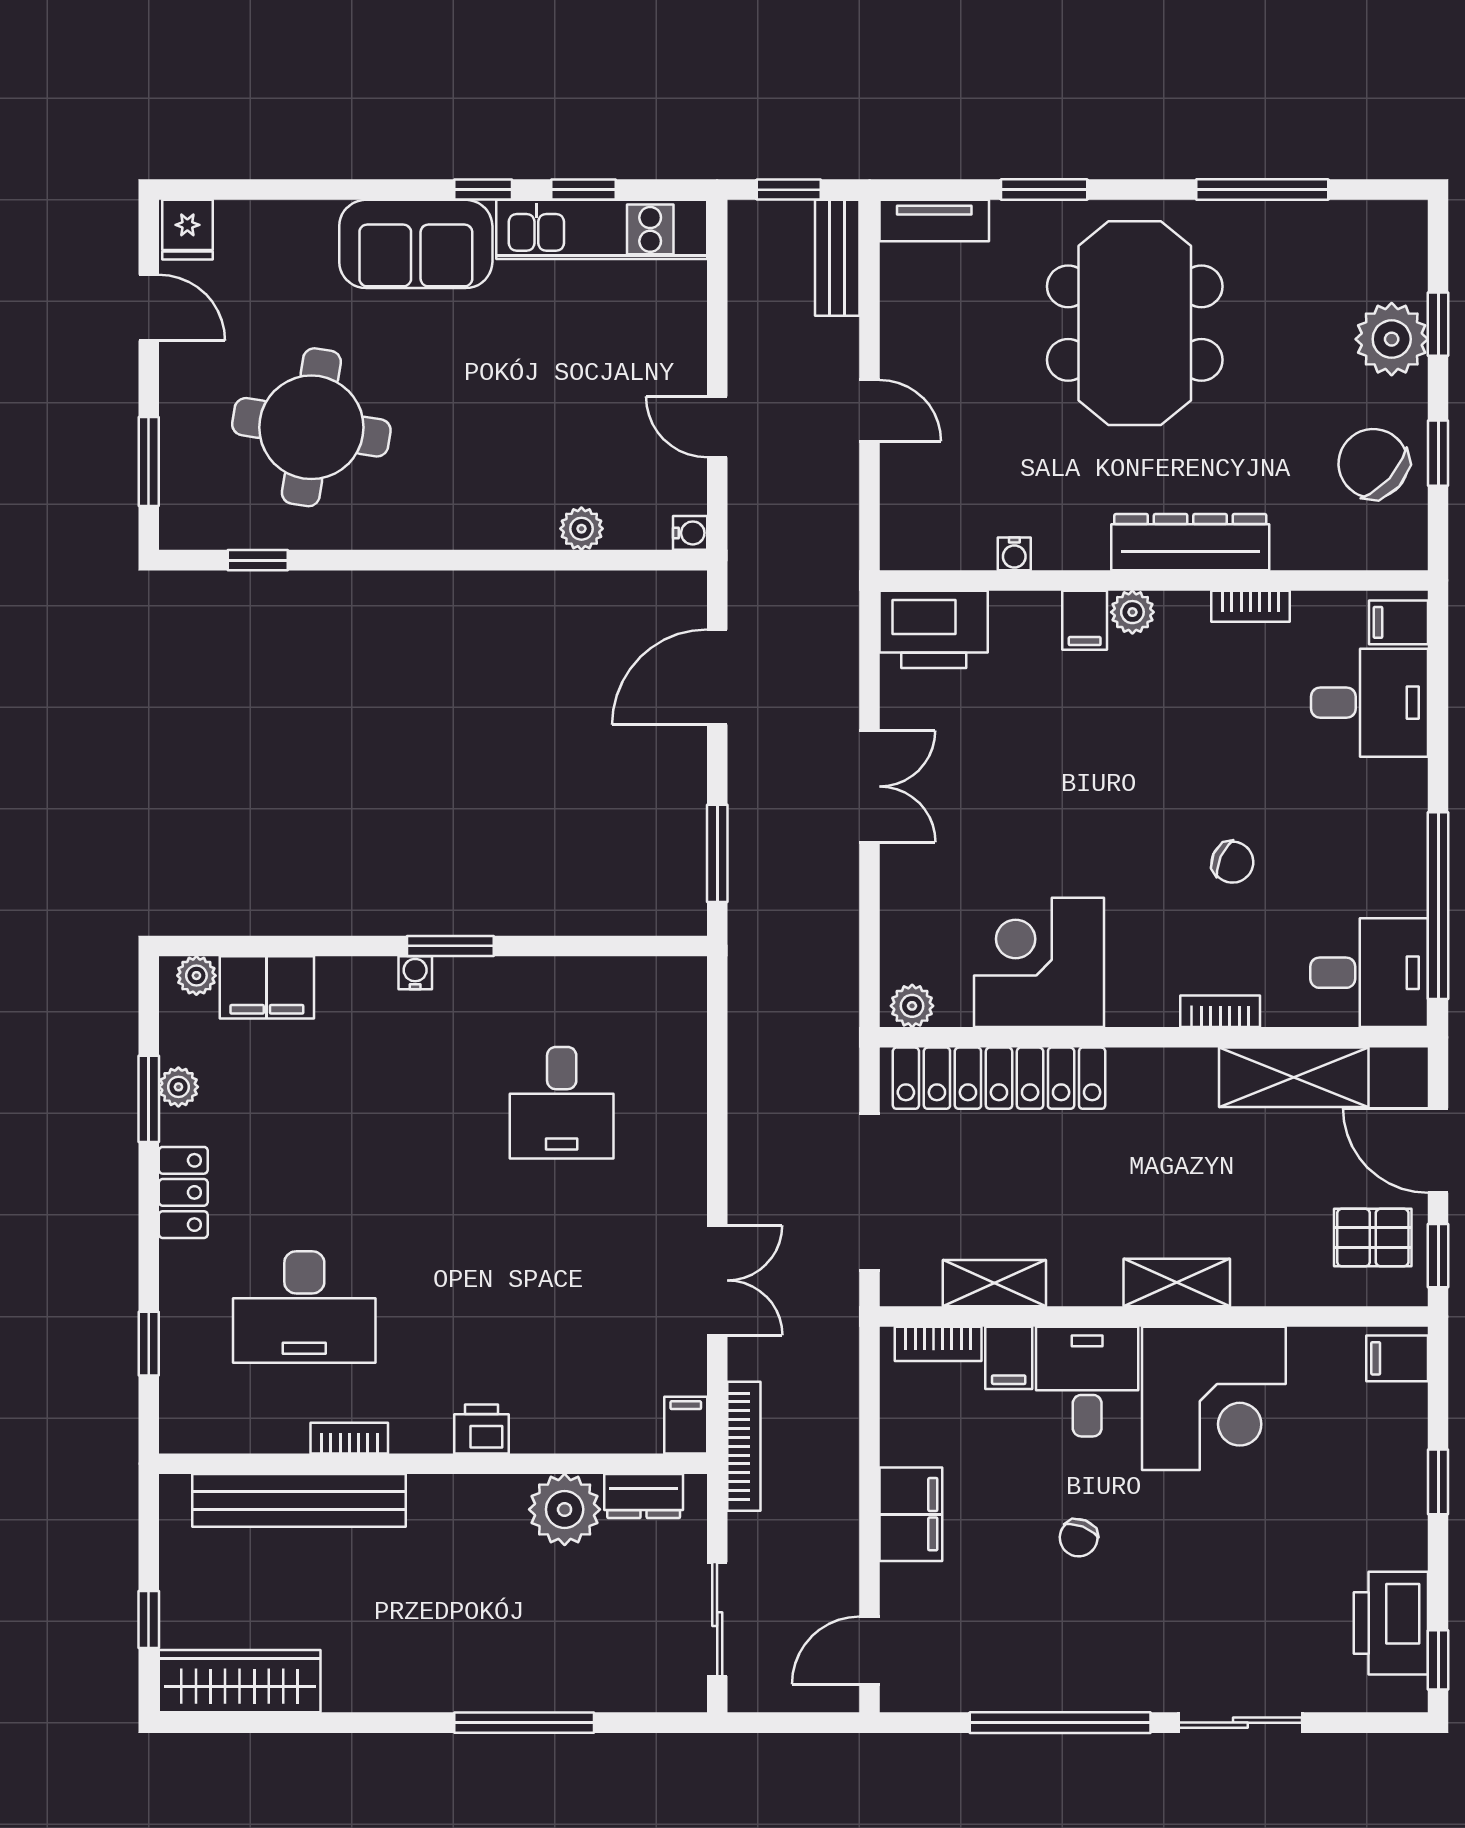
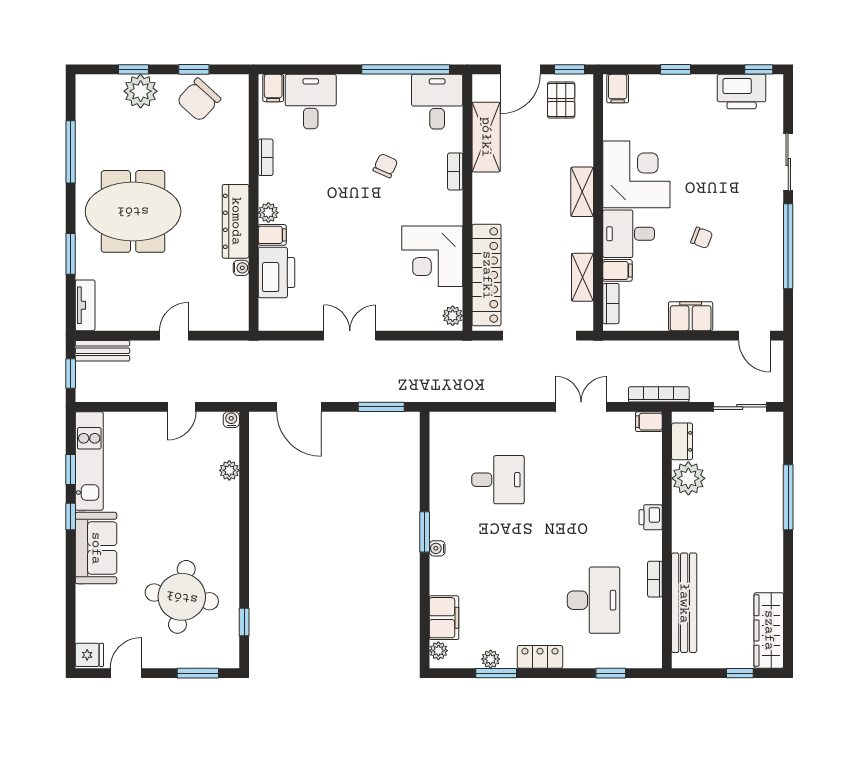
dresser: (1190, 542) -> (236, 221), moved
printer: (934, 629) -> (276, 273), moved

